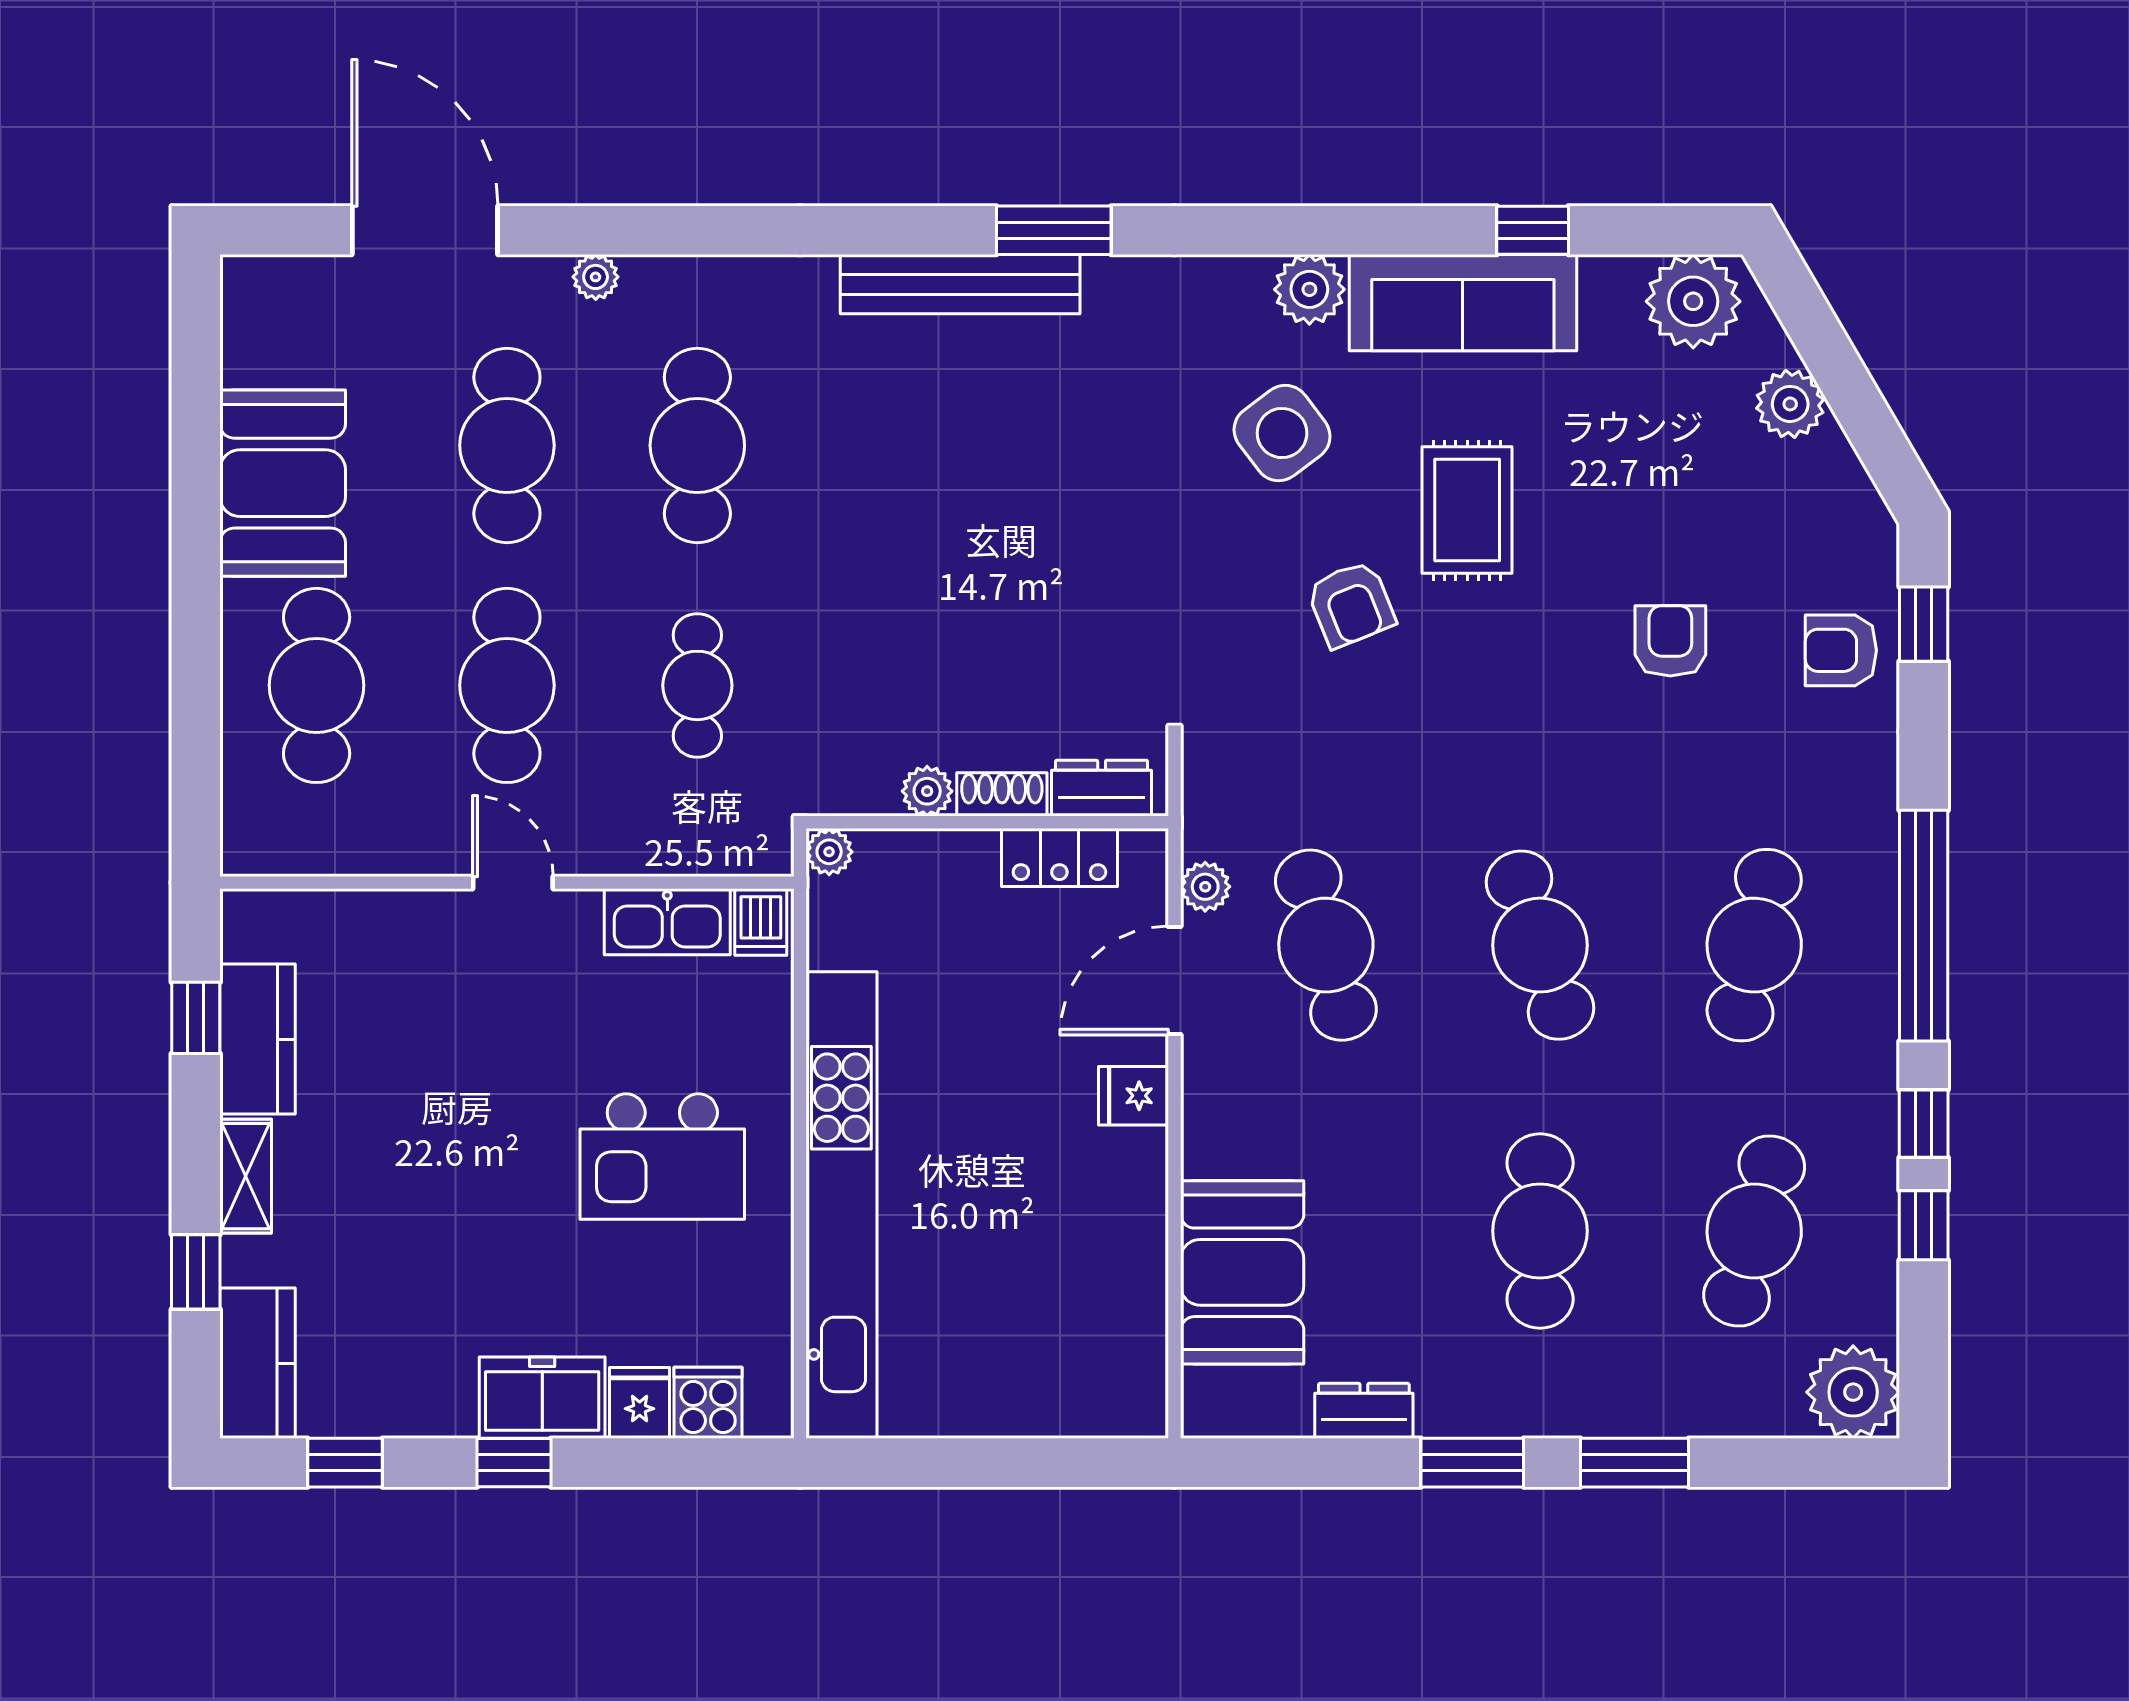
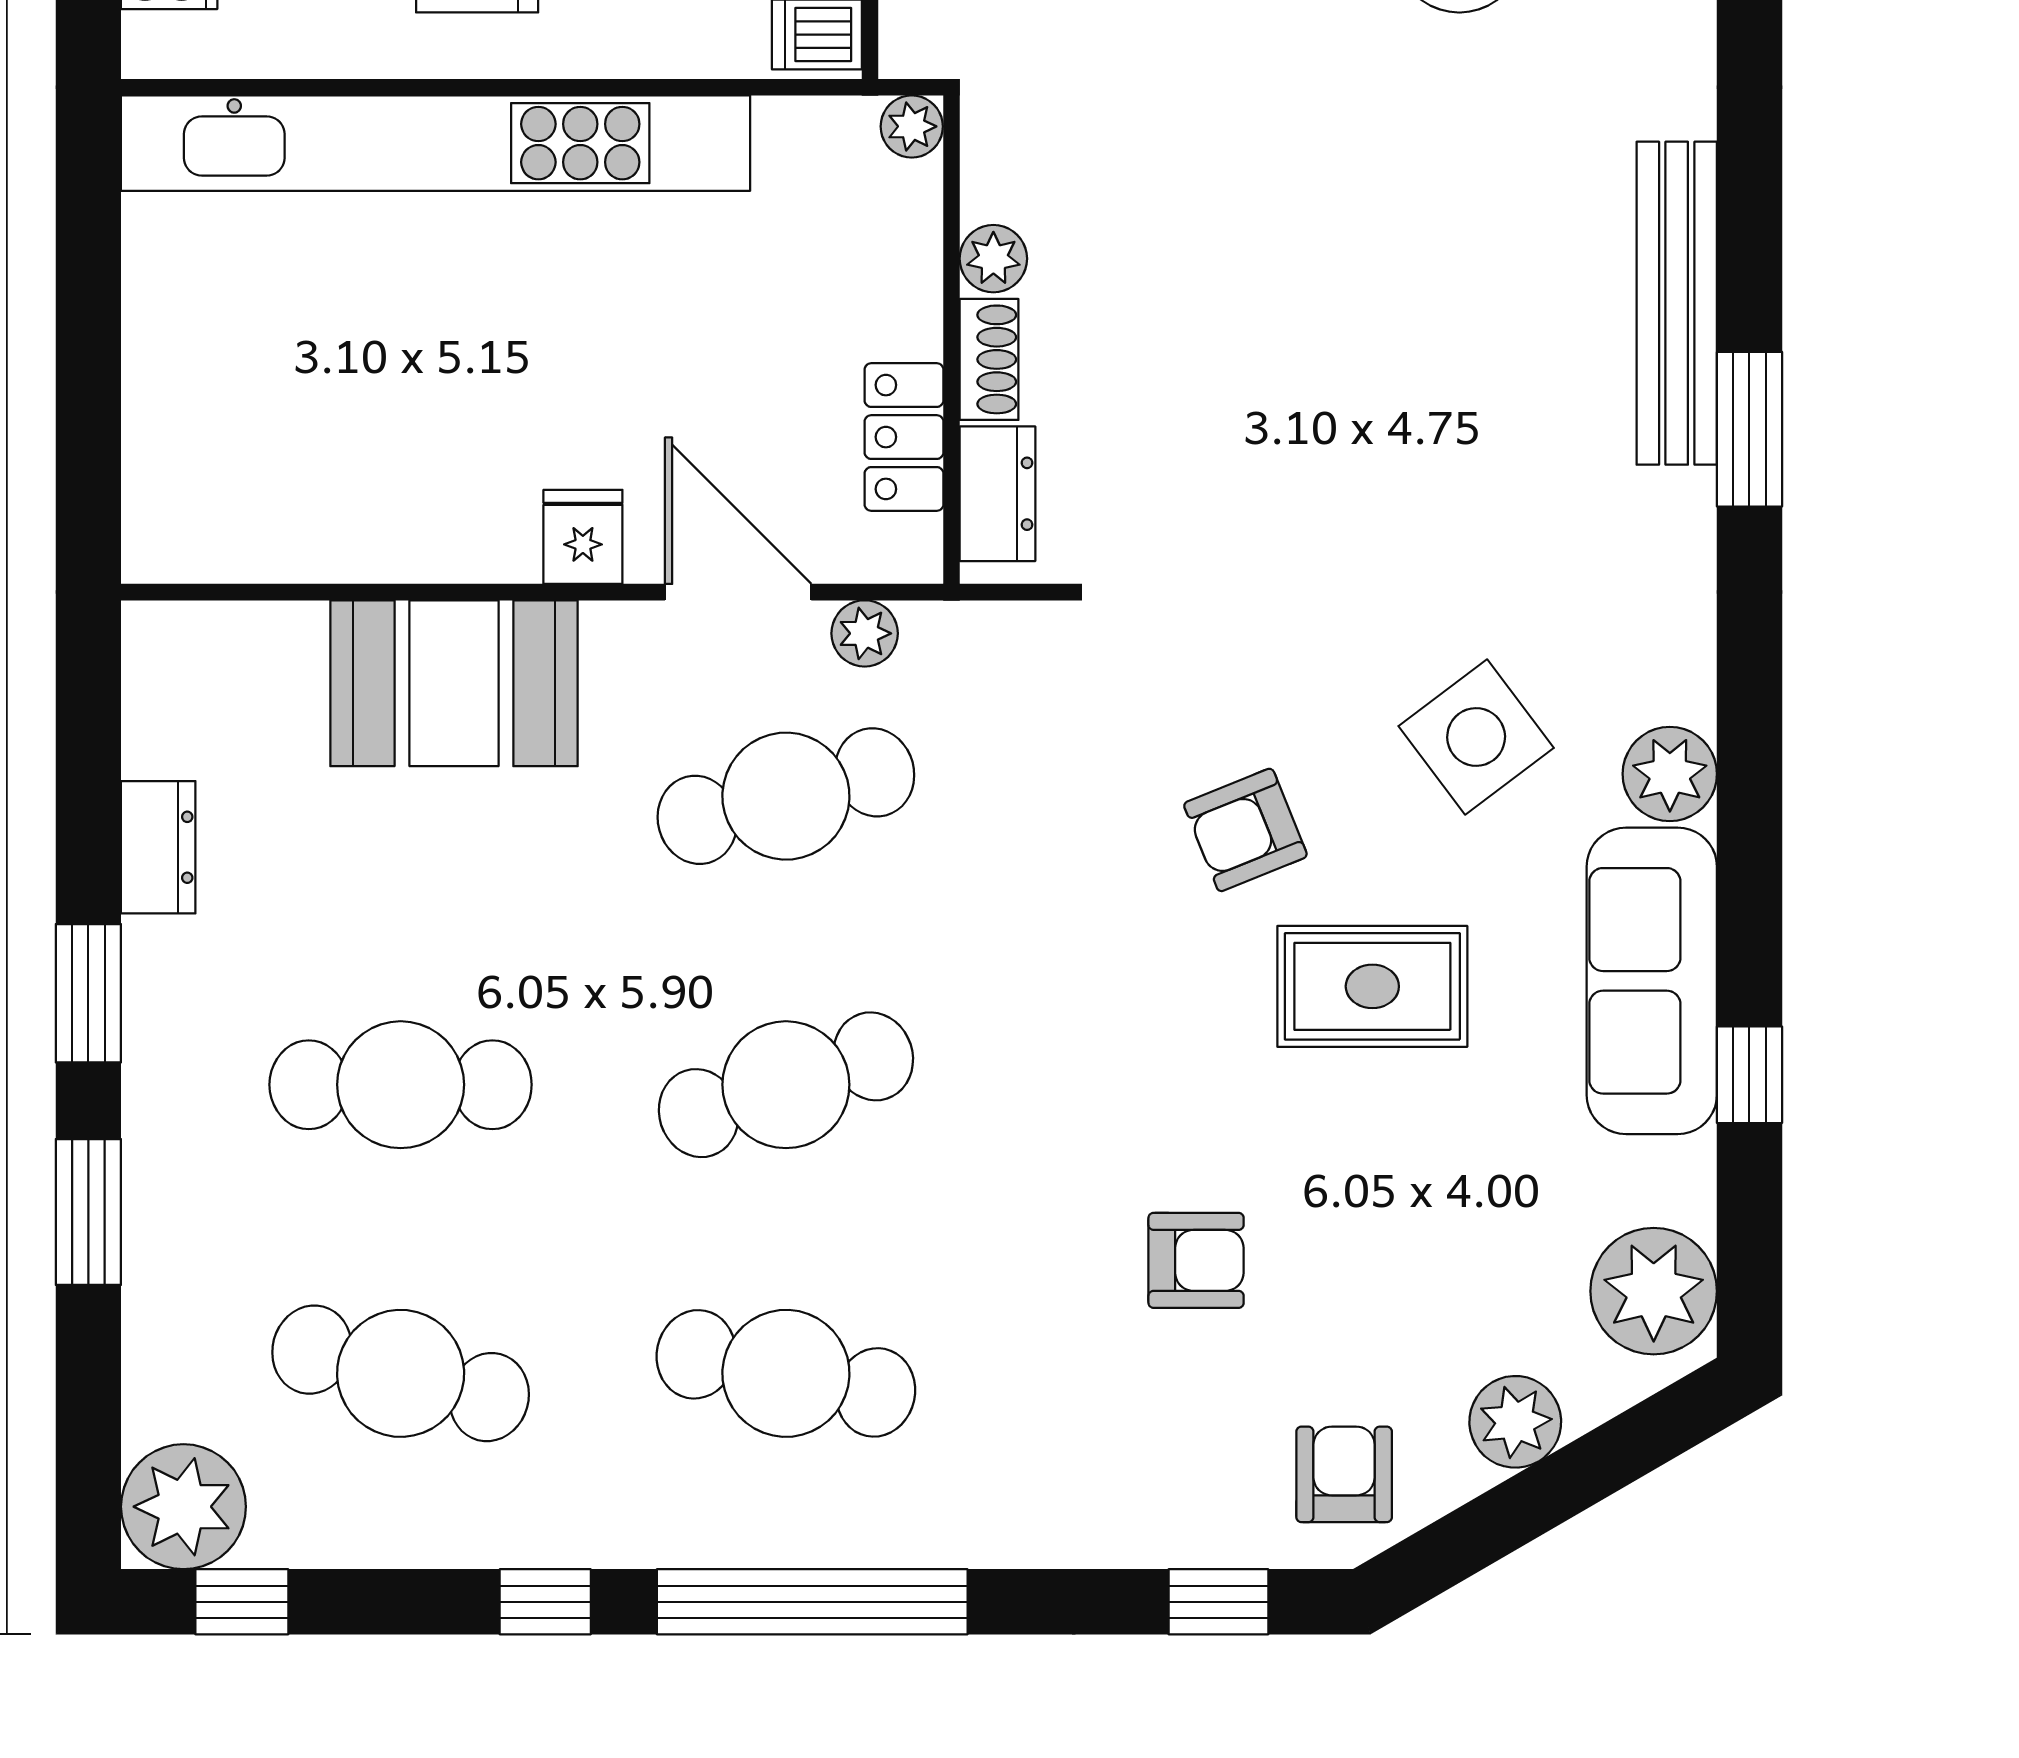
armchair: (1841, 650) -> (1344, 1474), moved
window: (1924, 1225) -> (242, 1602), moved
booth: (1242, 1272) -> (454, 683), moved

